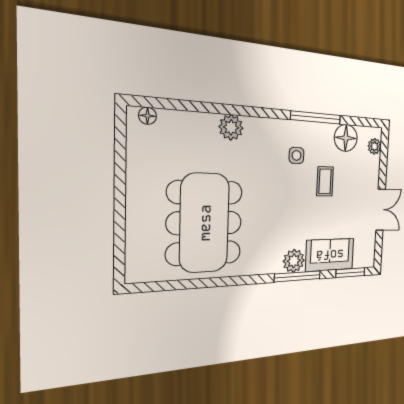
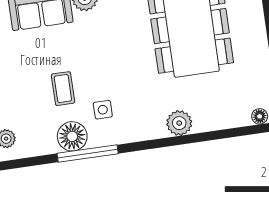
floor lamp: (346, 138) -> (72, 136), moved

